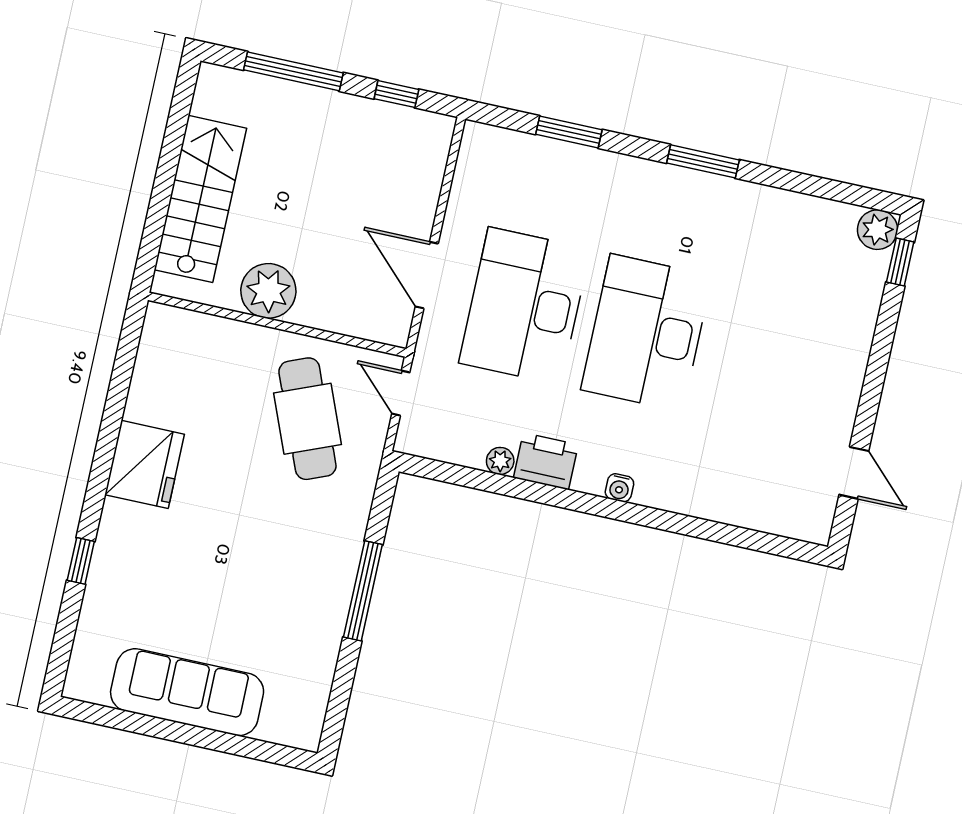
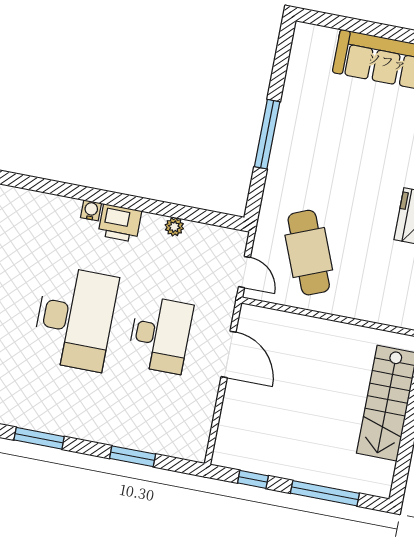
plant: (268, 291) -> (338, 341), removed
desk: (525, 306) -> (160, 335), width x0.73, depth x0.77
printer: (546, 461) -> (120, 223), moved

